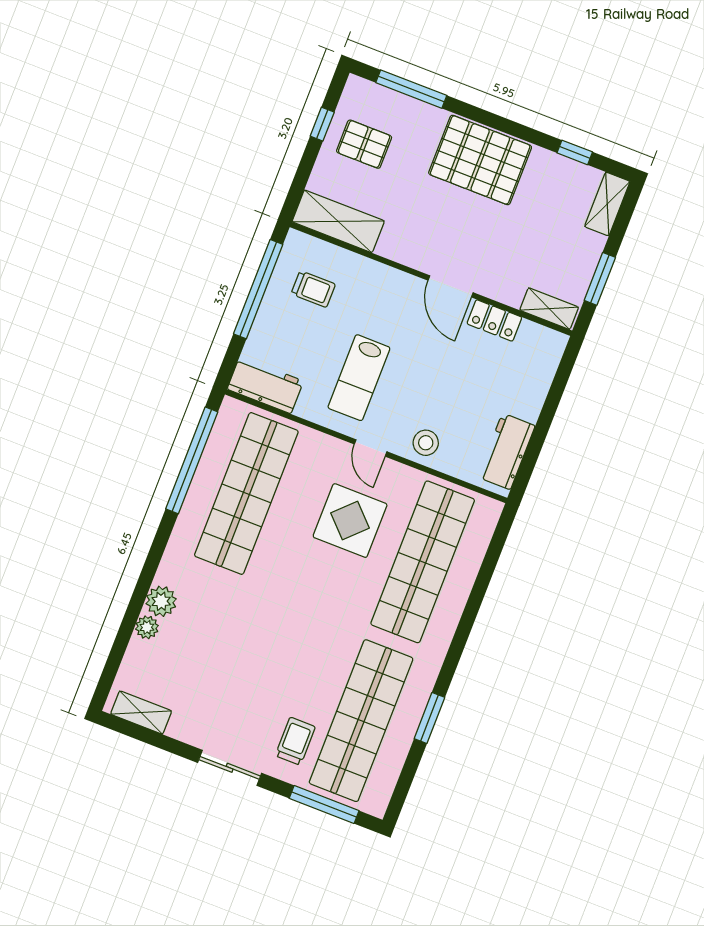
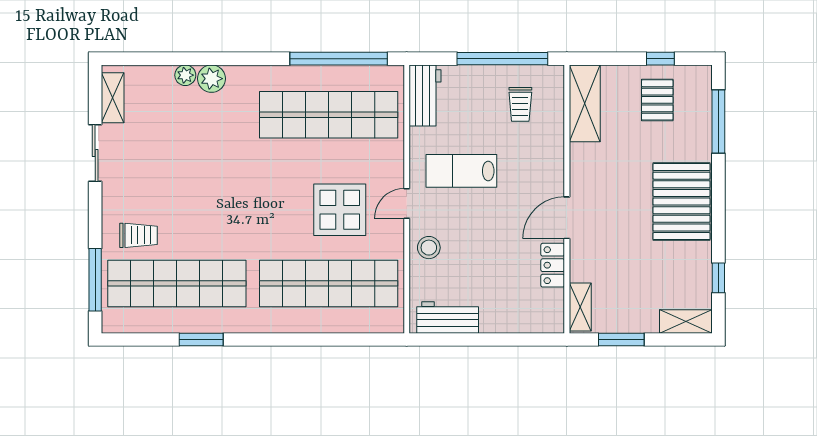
sliding door: (230, 768) -> (95, 153), moved

